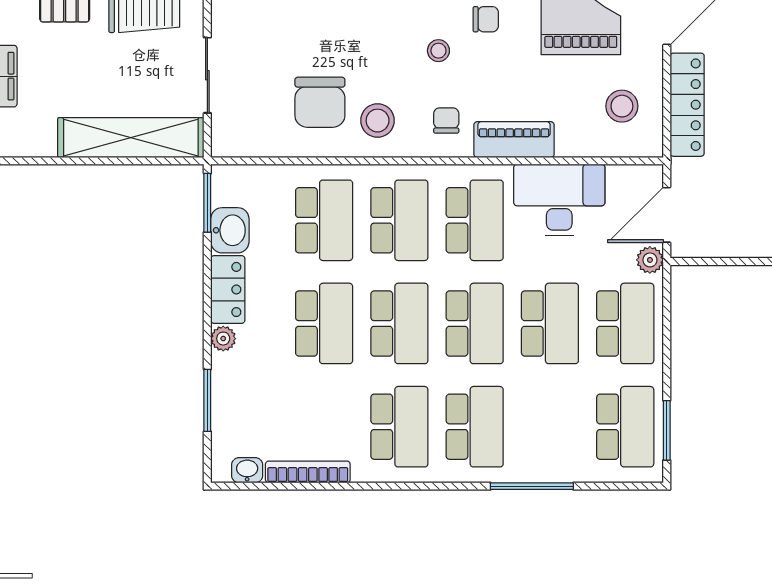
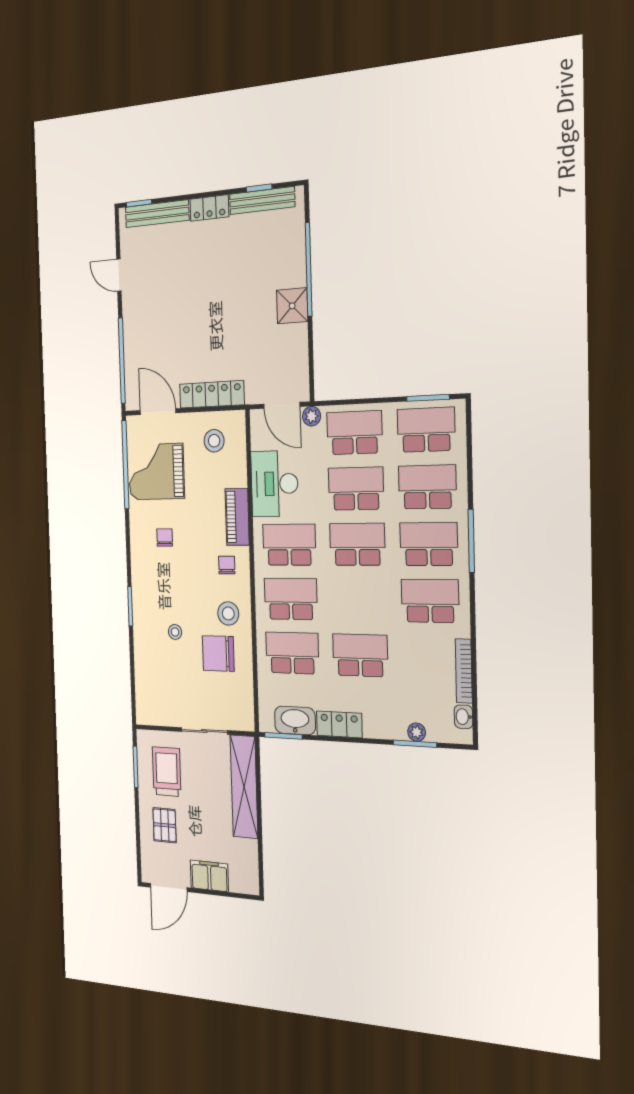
stool: (438, 51) -> (175, 632), moved
chair: (320, 102) -> (218, 654), turned 180
chair: (446, 120) -> (227, 565), turned 90
washbasin: (230, 230) -> (295, 720), width x1.38
school desk: (399, 323) -> (427, 487), moved
plant: (223, 339) -> (417, 732), moved
window: (532, 486) -> (471, 541), moved

